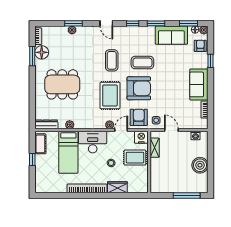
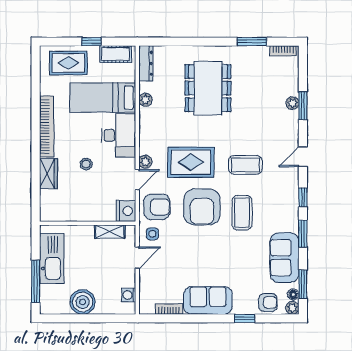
floor lamp: (42, 52) -> (258, 56), removed
door: (121, 130) -> (137, 180), hinge flipped
rug: (135, 158) -> (68, 63), moved, turned 90
kitchen sink: (172, 185) -> (52, 258), added

